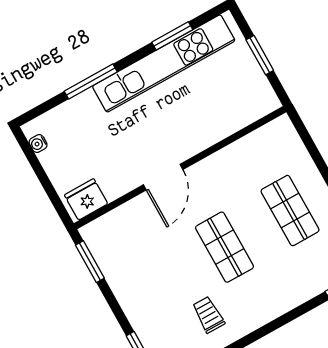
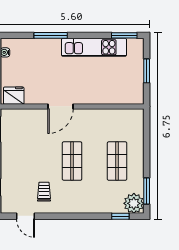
window: (172, 36) -> (124, 35), moved
kitchen unit: (164, 63) -> (94, 47), width x0.73

